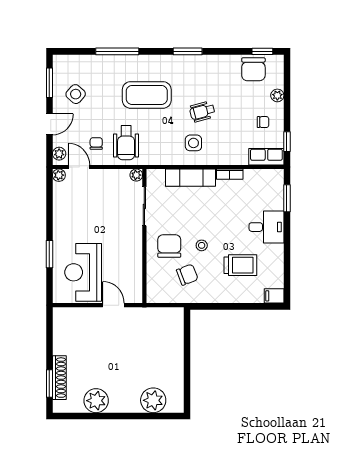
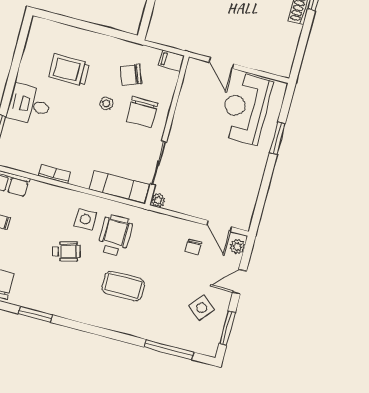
window: (117, 51) -> (169, 350), moved
window: (188, 51) -> (35, 314), moved
coffee table: (147, 95) -> (123, 286), width x0.73, depth x0.76
wheelchair: (126, 143) -> (115, 235), moved
plant: (59, 175) -> (244, 223), removed
exam couch: (190, 178) -> (119, 187), moved
reception desk: (83, 272) -> (245, 108), turned 180
filing cabinet: (274, 296) -> (172, 61), moved, turned 180

